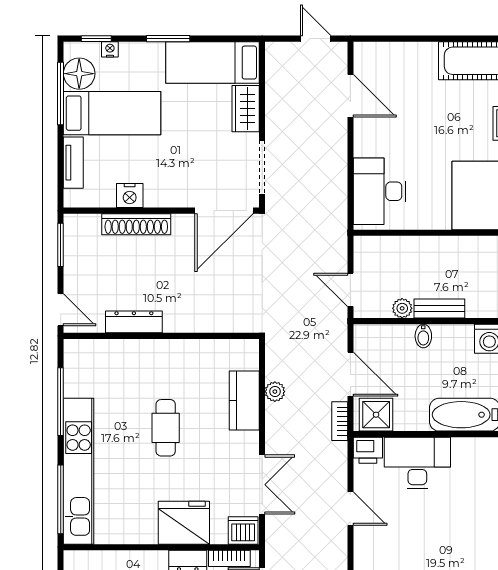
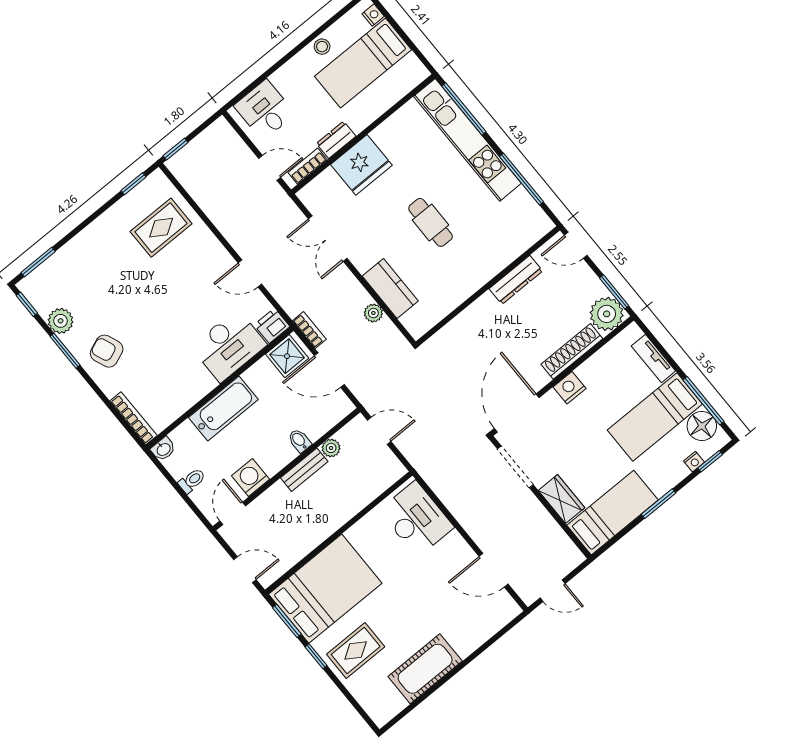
nightstand: (130, 196) -> (570, 388), moved
plant: (82, 232) -> (607, 314), added
dishwasher: (243, 530) -> (314, 194), removed

